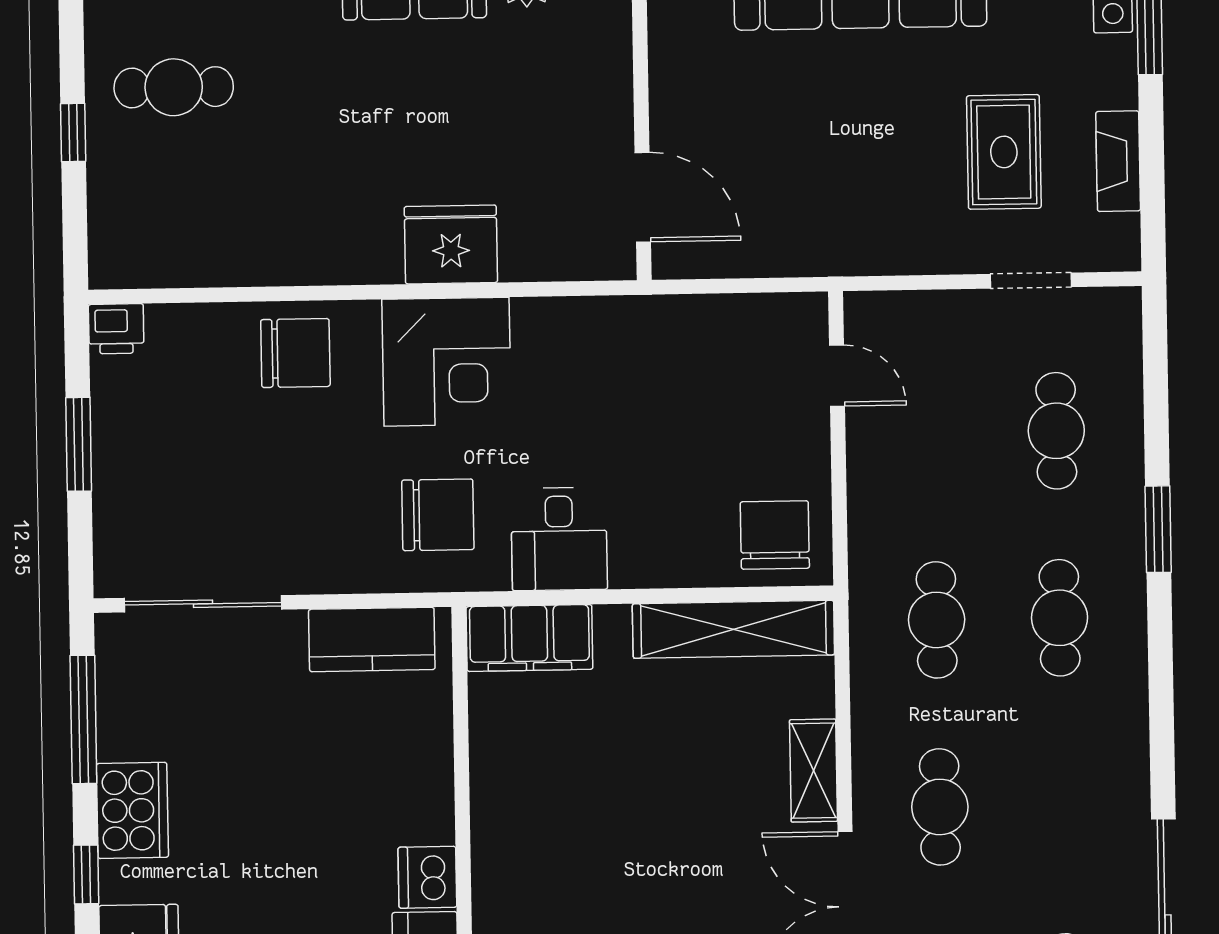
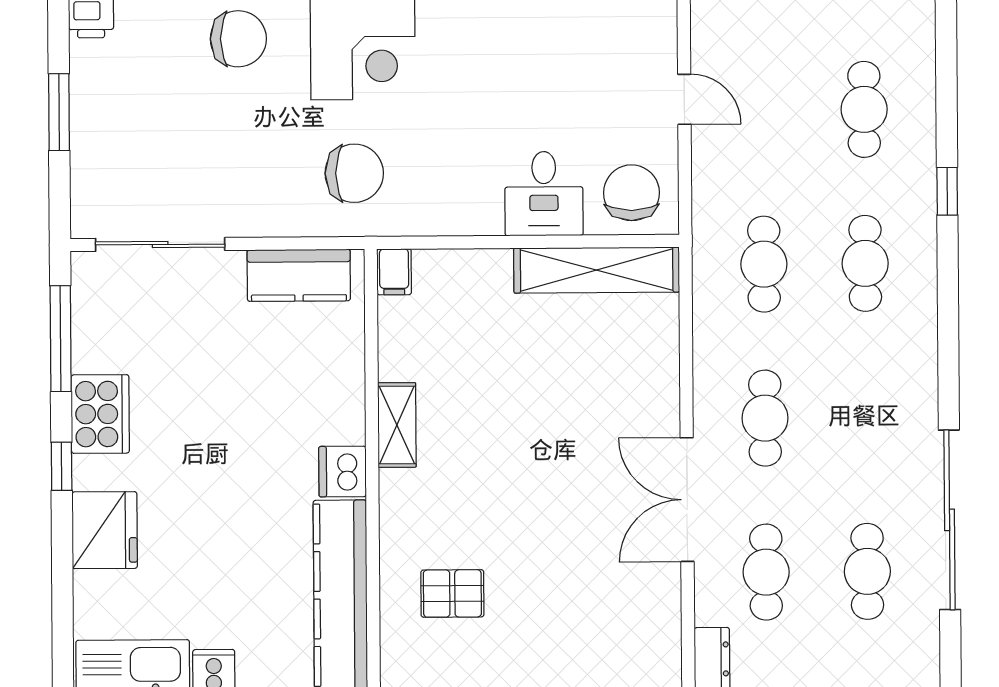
door: (837, 376) -> (684, 99), moved
window: (1158, 529) -> (947, 191), width x0.67
desk: (559, 539) -> (544, 194), moved
filing cabinet: (529, 638) -> (394, 272), width x0.33, depth x0.86
shelving: (813, 771) -> (397, 425), moved

